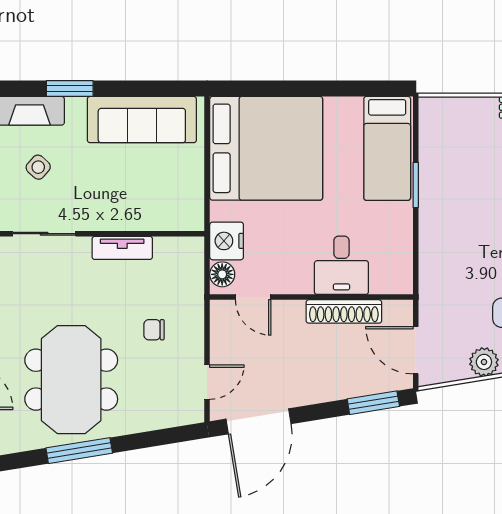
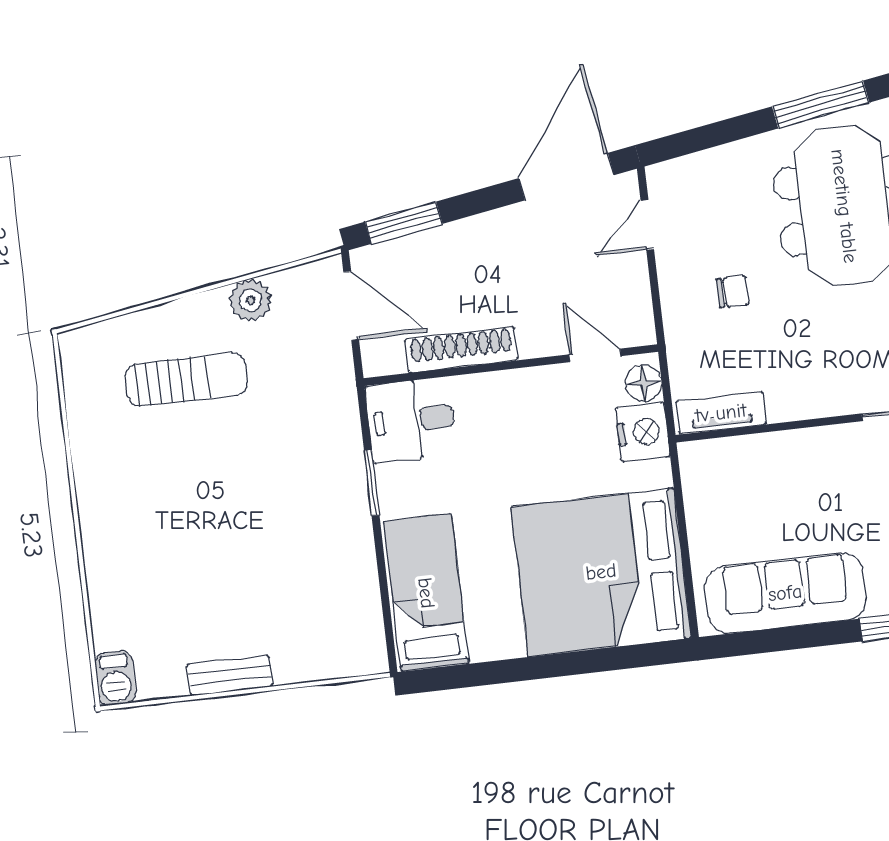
window: (416, 185) -> (372, 483), moved
tv unit: (122, 248) -> (721, 413), moved
desk: (341, 265) -> (411, 420), moved, turned -90

